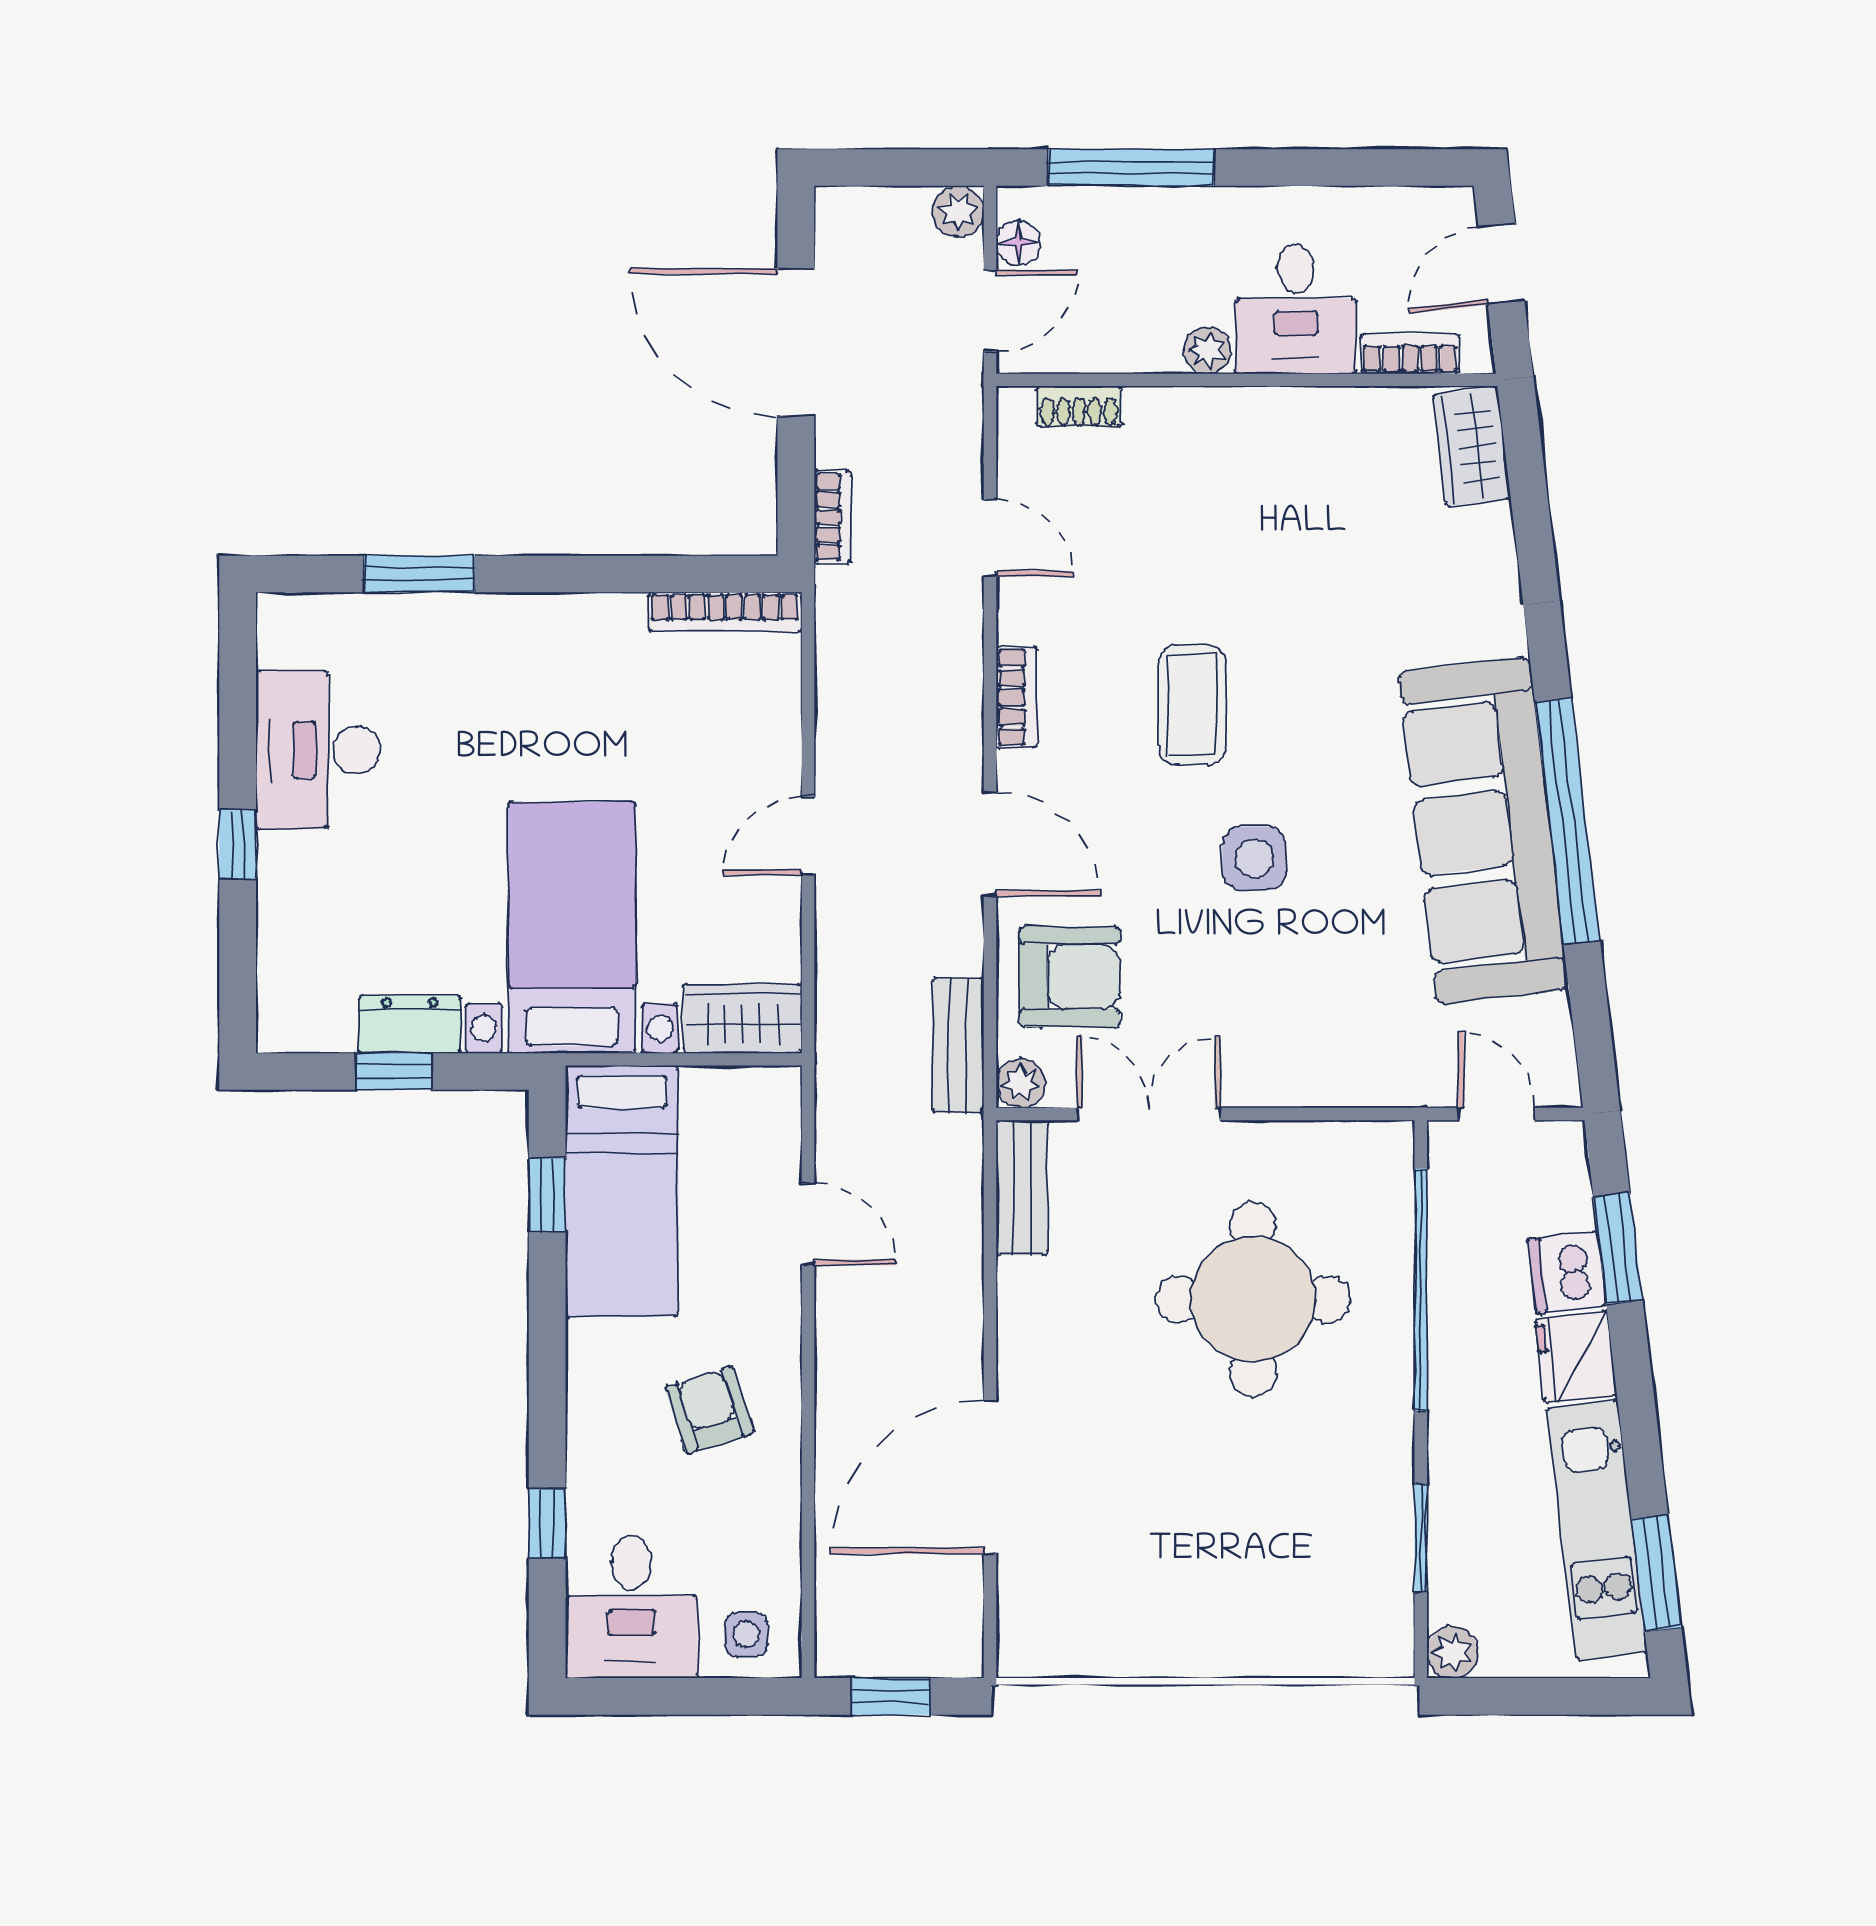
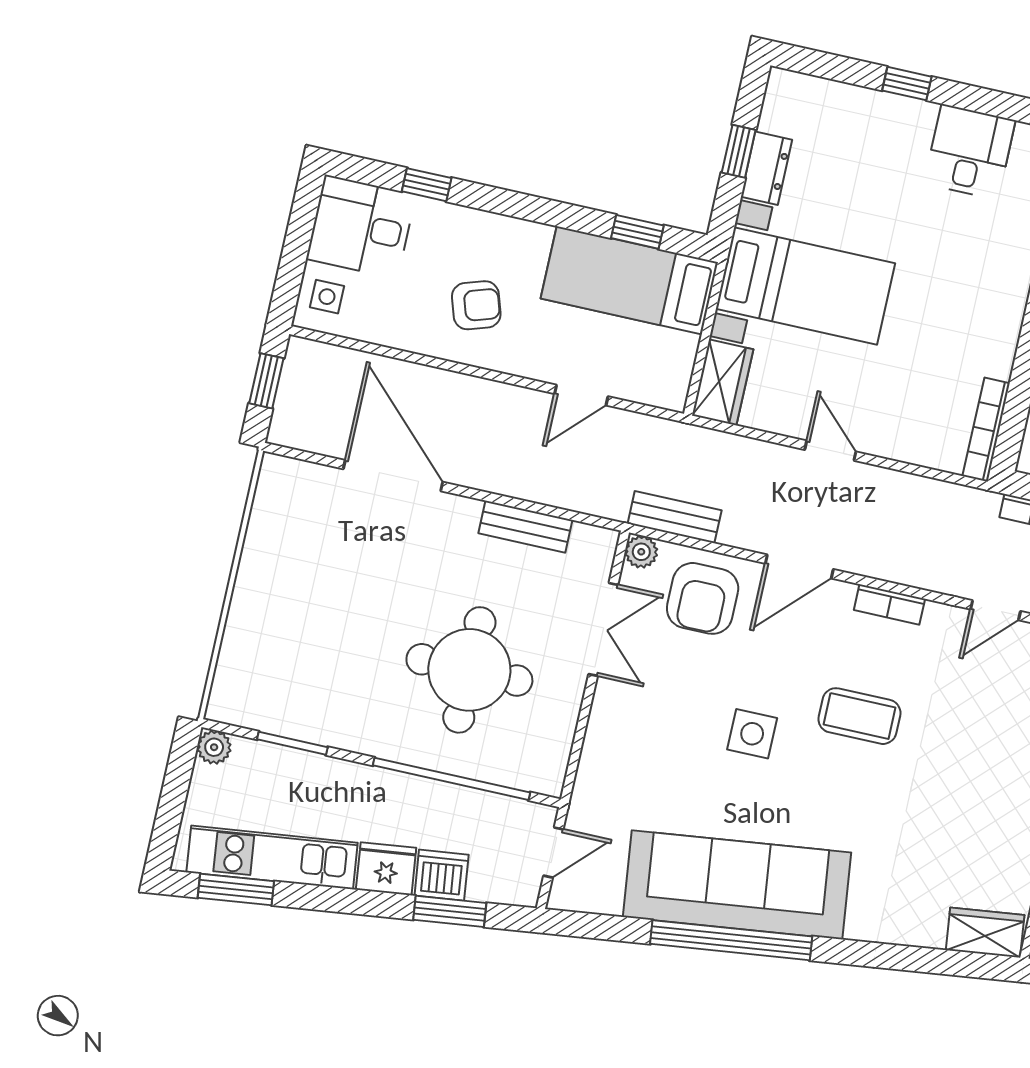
desk: (318, 750) -> (970, 152), width x0.73
bench: (1022, 1188) -> (525, 527), moved

